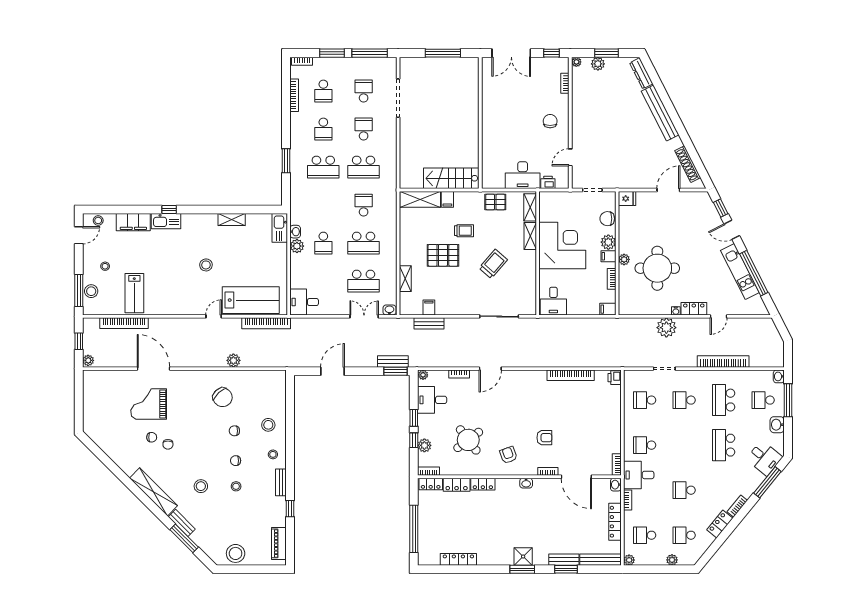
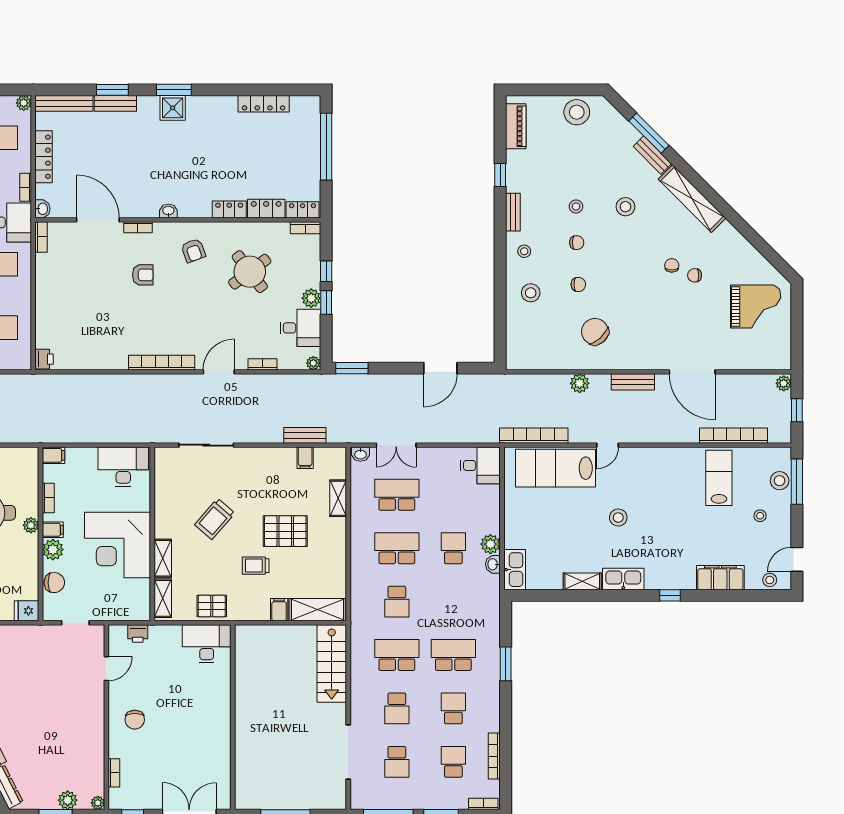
desk: (523, 175) -> (207, 644), moved
stairs: (451, 178) -> (332, 663), moved, turned 90
kitchen sink: (166, 221) -> (623, 579), moved
desk: (553, 301) -> (123, 467), width x1.37
bench: (393, 361) -> (633, 382), moved
bookcase: (571, 375) -> (162, 363), moved
grand piano: (149, 404) -> (756, 307), moved
armchair: (544, 438) -> (143, 275), turned 180
plant: (424, 445) -> (311, 298), moved

